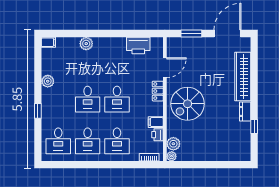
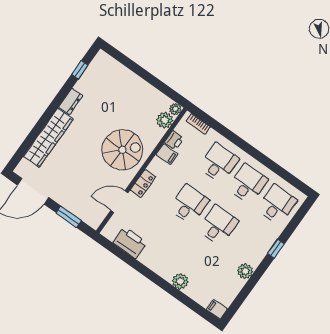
window: (254, 127) -> (80, 70), moved

